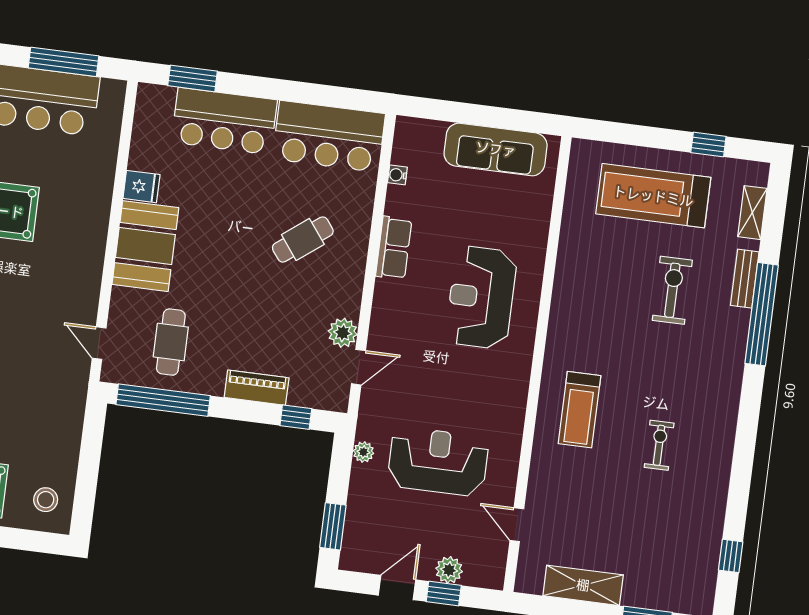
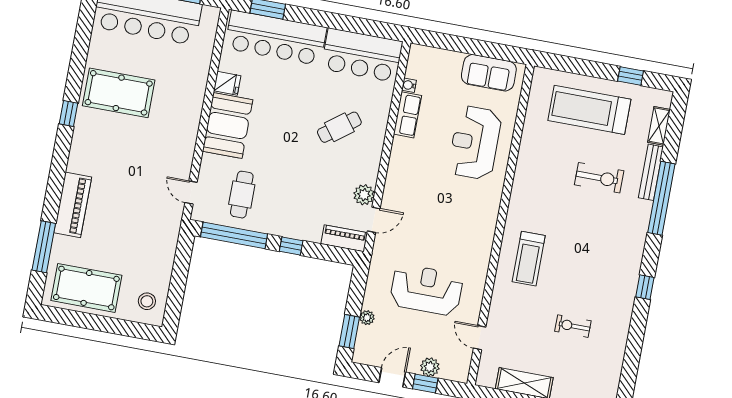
bar counter: (224, 121) -> (276, 38), width x1.36
sofa: (496, 149) -> (489, 73), width x0.73
row of seats: (394, 248) -> (407, 115), moved
bench: (745, 279) -> (651, 172), width x1.36
exercise bike: (672, 290) -> (599, 178), turned 90
reception desk: (481, 297) -> (475, 143), moved
piano: (257, 388) -> (344, 238), moved
window: (296, 417) -> (291, 246), moved
exercise bike: (659, 445) -> (573, 326), moved, turned -90
plant: (363, 452) -> (367, 318), moved
window: (731, 556) -> (645, 287), moved

